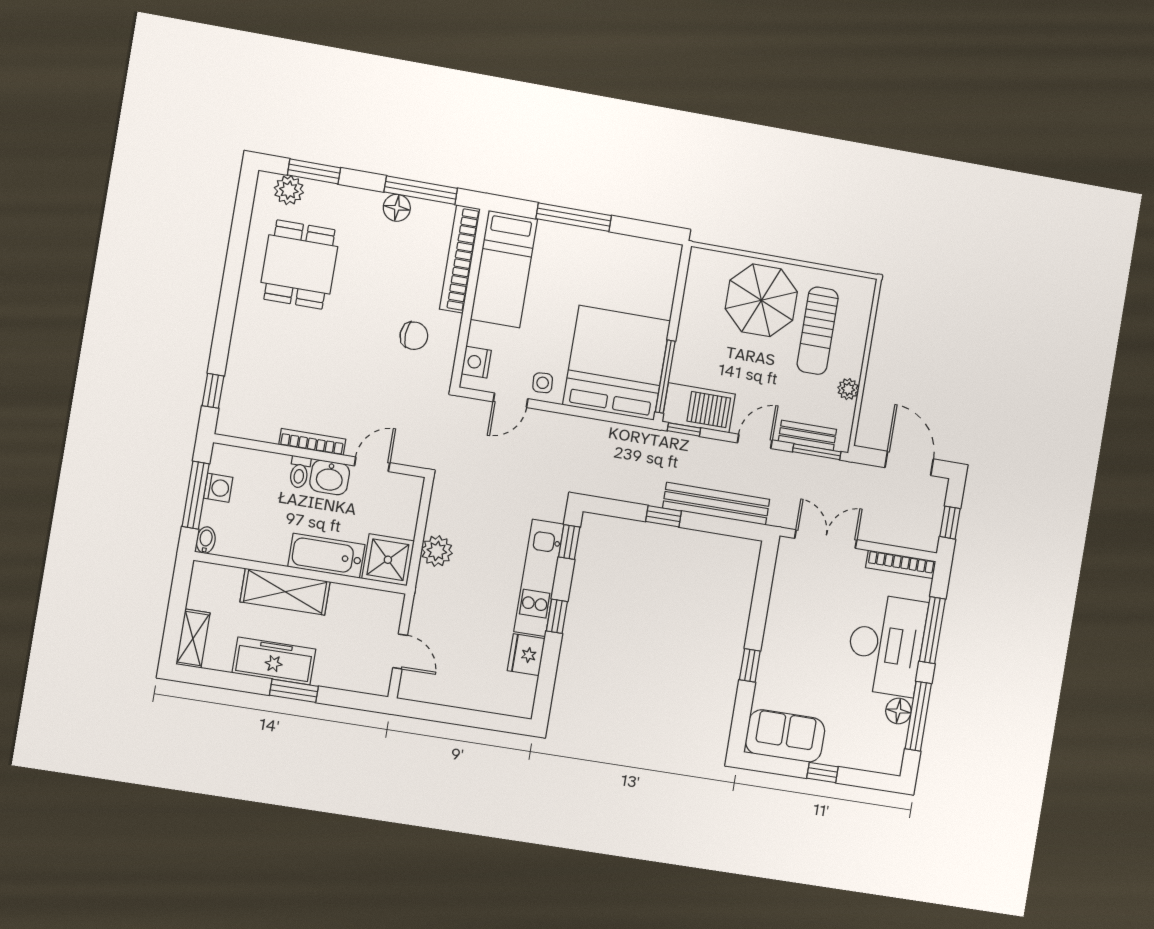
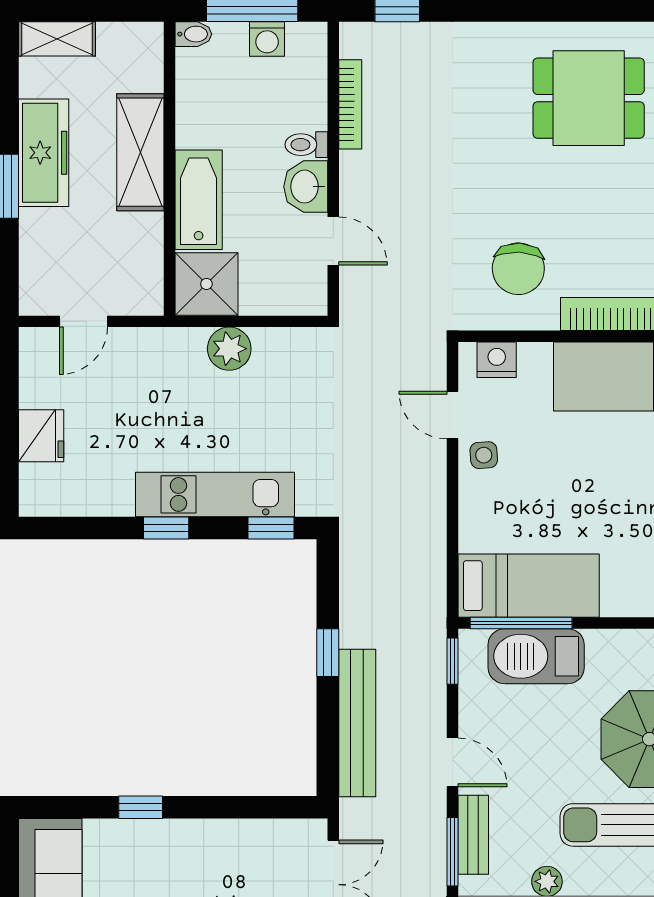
chair: (414, 336) -> (518, 269), width x1.37, depth x1.37
bed: (617, 363) -> (529, 586), width x0.49
barbecue: (699, 408) -> (536, 656), moved, turned 90
bookcase: (312, 442) -> (350, 104), moved
fridge: (526, 655) -> (41, 436), moved, turned 90

